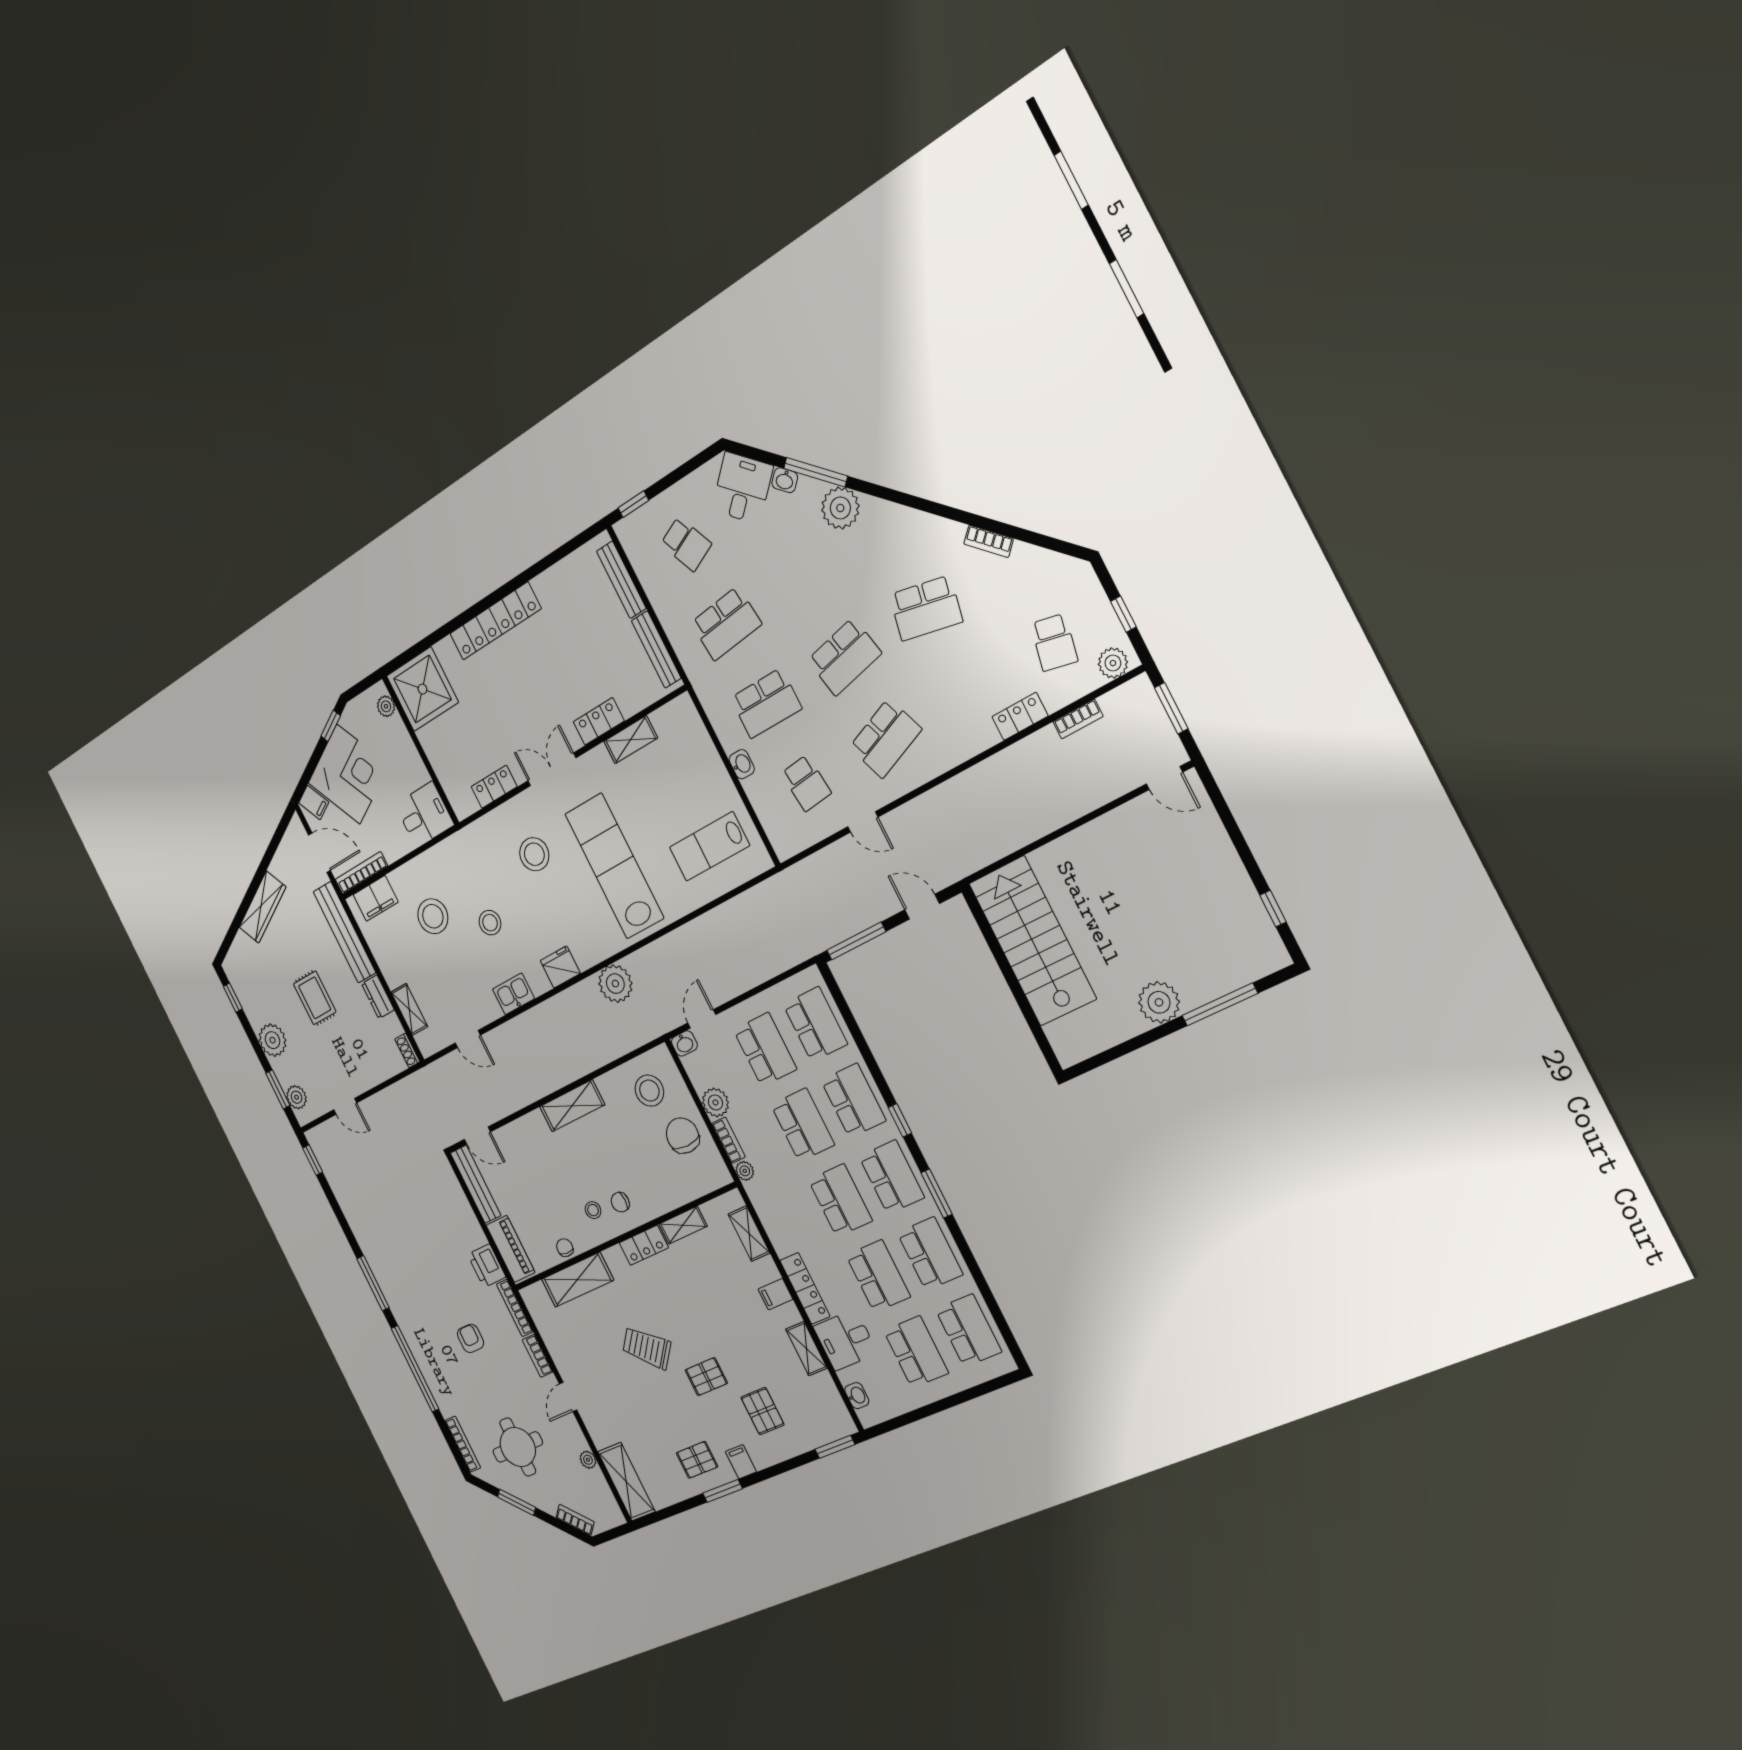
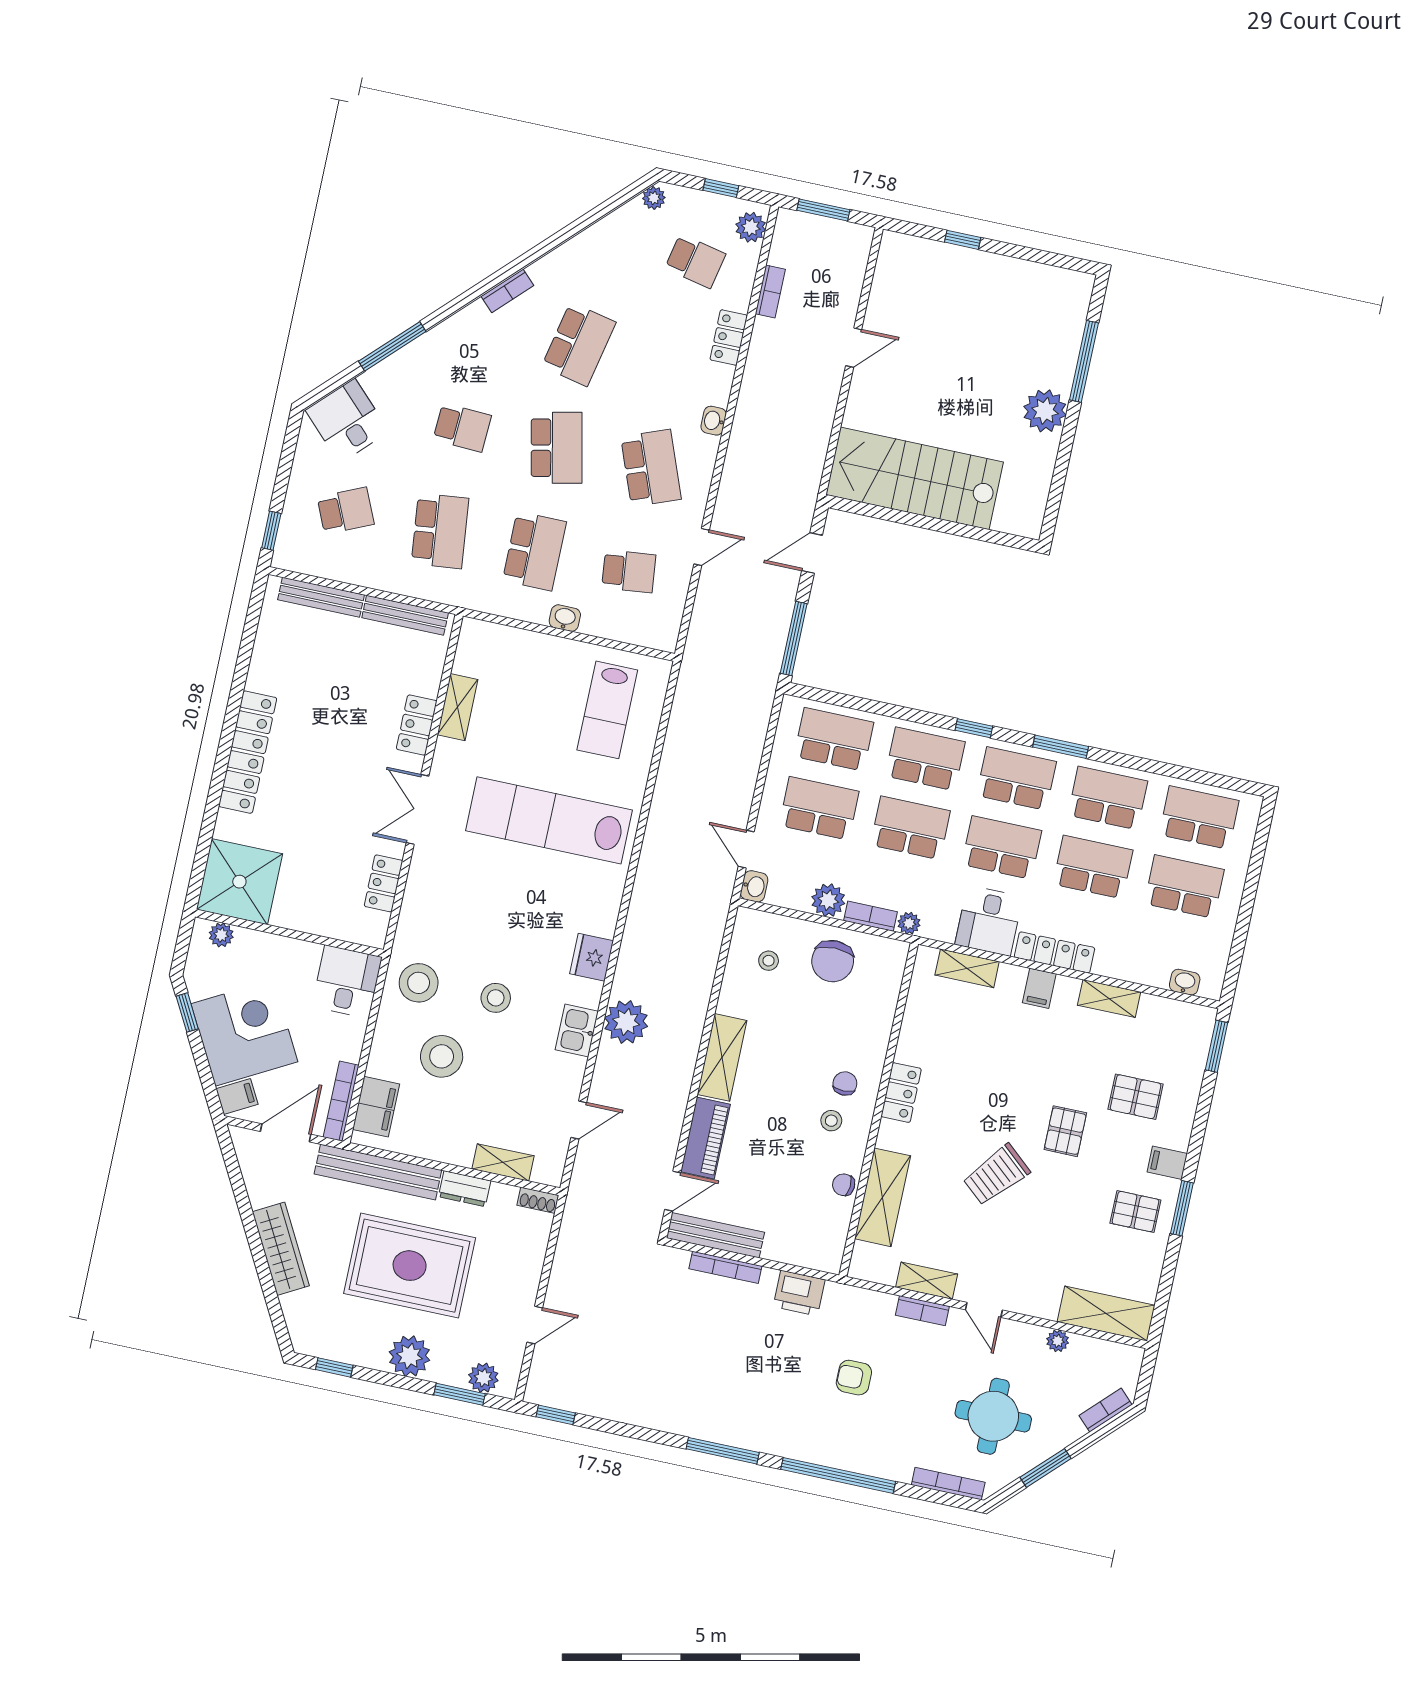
washbasin: (785, 480) -> (714, 421), moved, turned 135
plant: (840, 508) -> (654, 198), moved, width x0.53, depth x0.53
bookcase: (989, 541) -> (507, 291), moved
school desk: (803, 575) -> (462, 427), added
door: (1164, 778) -> (854, 348), moved
stool: (534, 854) -> (419, 983), moved
window: (1273, 909) -> (963, 240), moved
plant: (615, 984) -> (626, 1022), moved
rug: (315, 998) -> (410, 1266), width x1.86, depth x2.06
stool: (649, 1091) -> (769, 961), width x0.53, depth x0.53
chair: (683, 1136) -> (833, 961), turned -90
chair: (620, 1202) -> (845, 1084), turned 180
shelving: (683, 1225) -> (927, 1281), moved, turned 90
piano: (511, 1249) -> (705, 1138), moved, turned 90
bookcase: (515, 1308) -> (725, 1267), moved
desk: (845, 1340) -> (989, 921), moved
pallet: (697, 1460) -> (1135, 1212), turned 90

